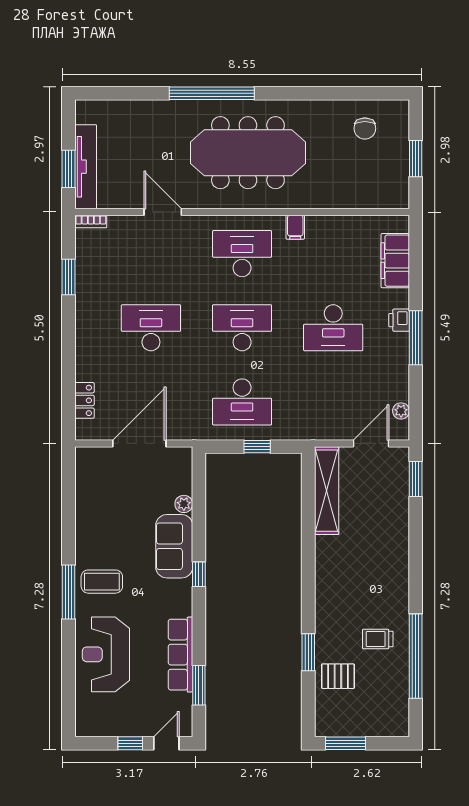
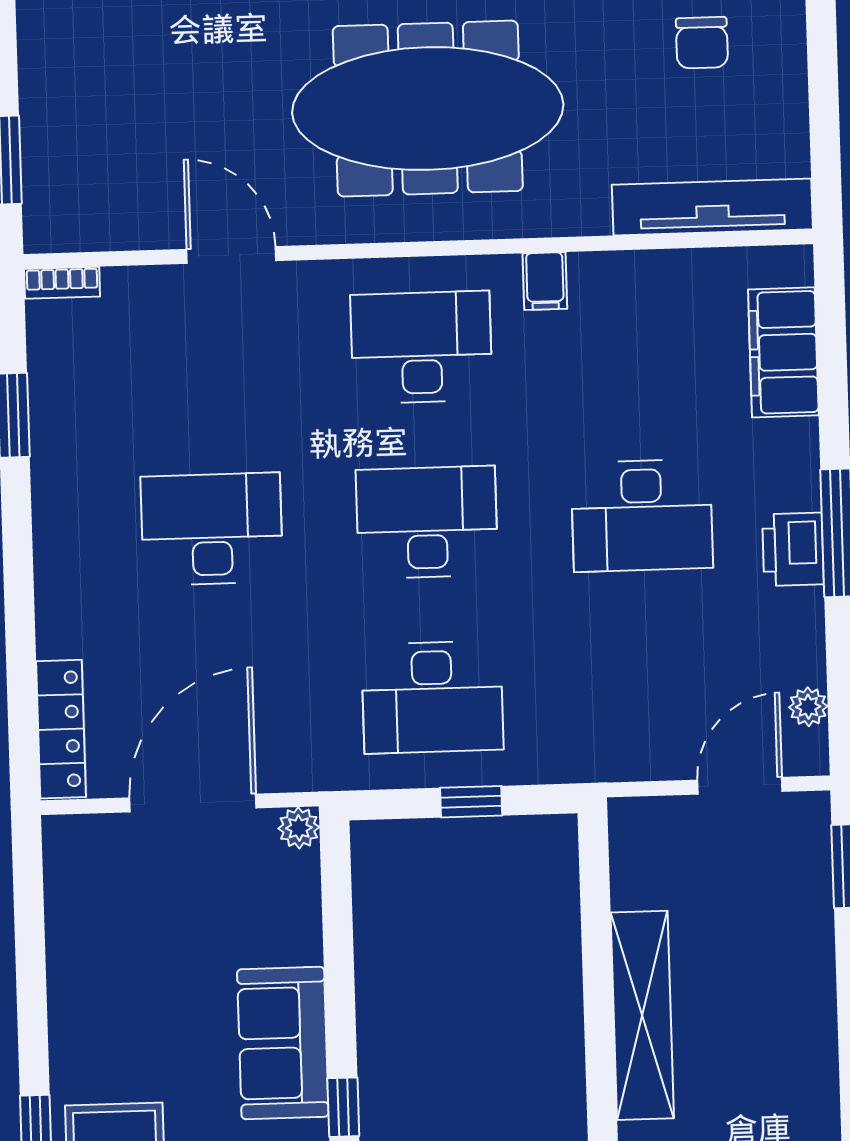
window: (416, 159) -> (824, 110), removed
tv unit: (86, 167) -> (712, 207), moved, turned -90
printer: (399, 320) -> (793, 549), moved, width x1.36, depth x1.24
locker: (84, 400) -> (61, 729), width x1.53
shelving: (327, 491) -> (642, 1015), moved
plant: (184, 504) -> (299, 828), moved

